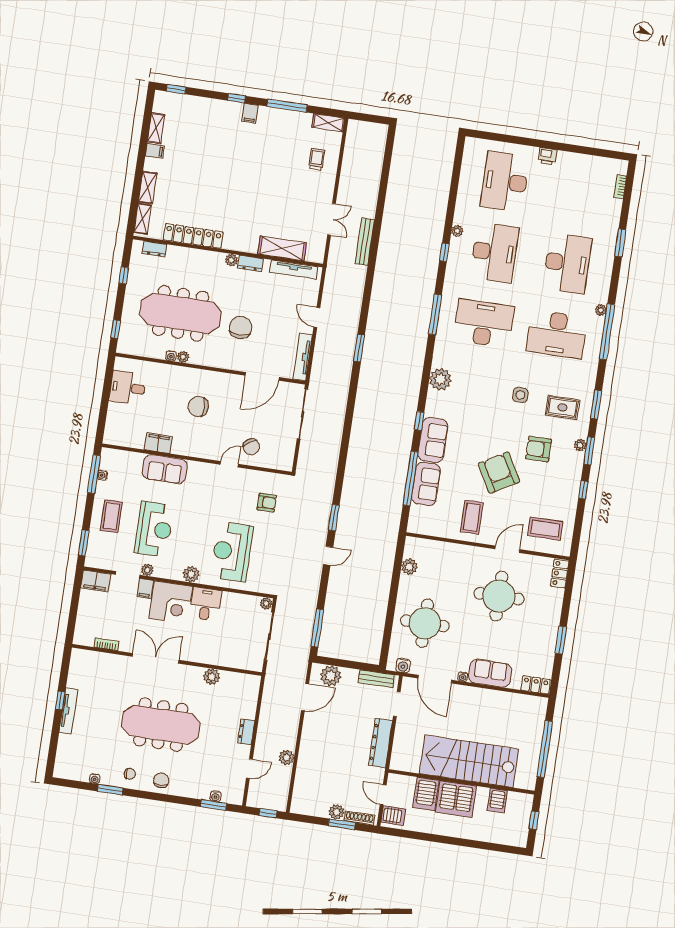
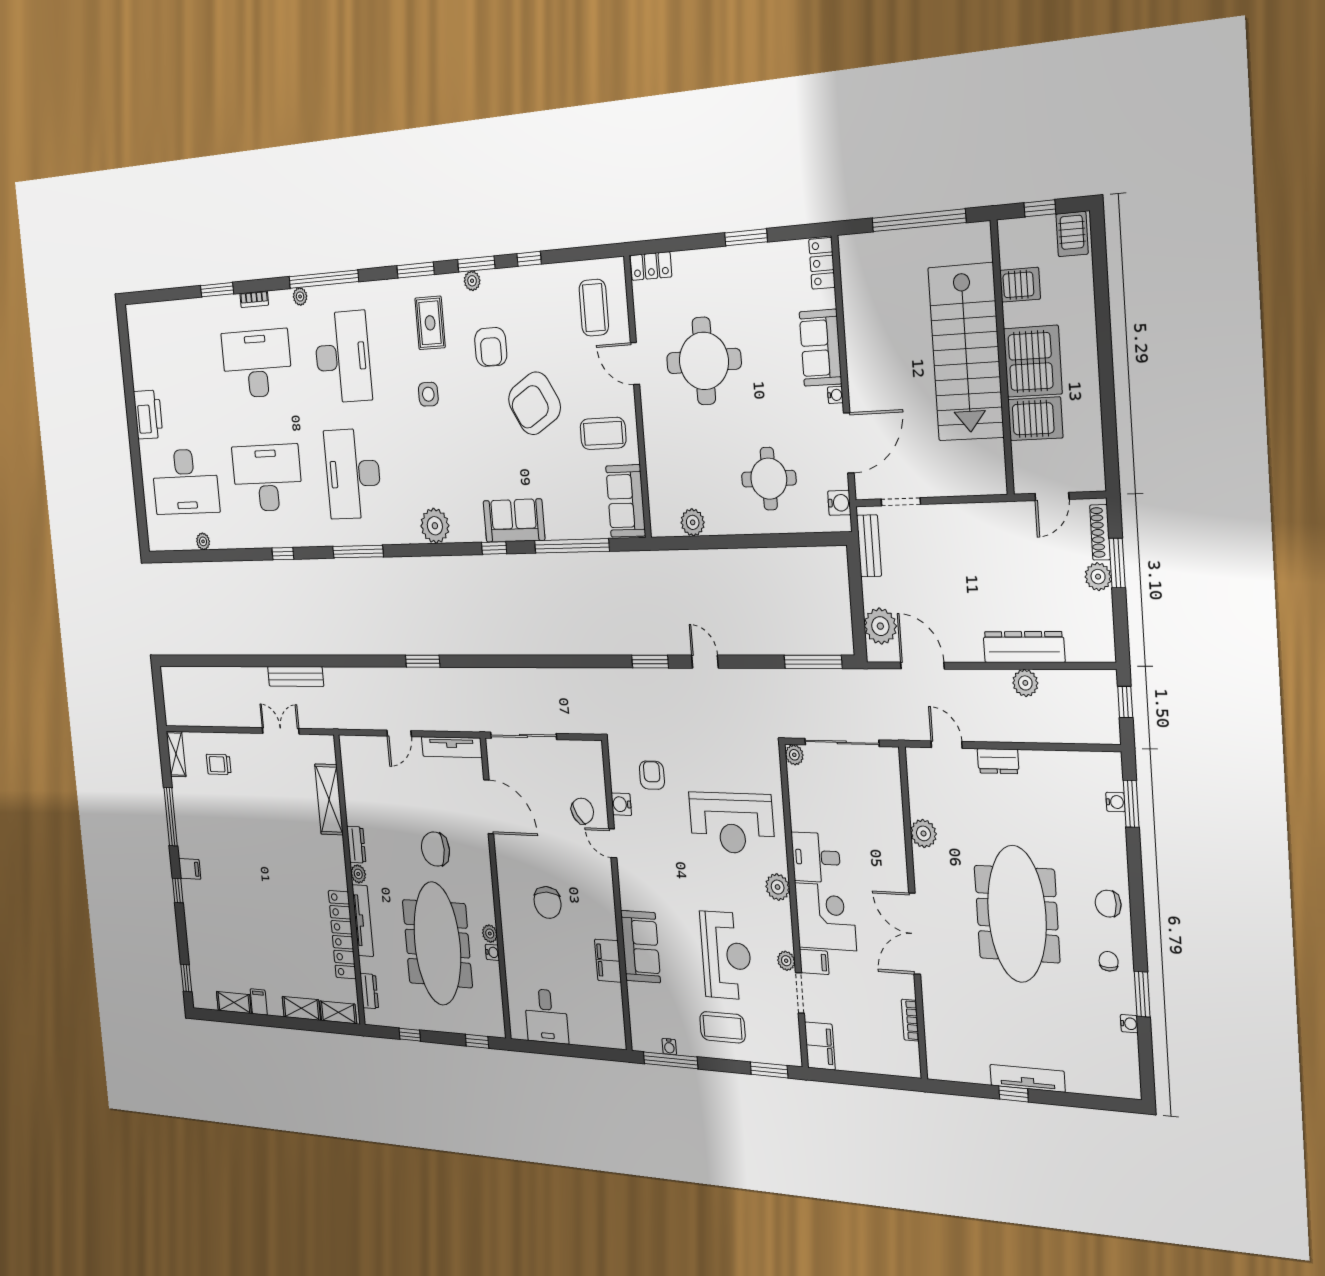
printer: (547, 156) -> (148, 415), width x1.87, depth x1.48
bookcase: (620, 187) -> (254, 299), moved
plant: (457, 231) -> (203, 541), moved
tv unit: (294, 270) -> (363, 921), moved
water cooler: (252, 476) -> (621, 804), added
sofa: (426, 484) -> (626, 501), moved, turned -90
reception desk: (154, 529) -> (726, 955), turned 90
round table: (425, 623) -> (769, 479), width x0.73, depth x0.73
dresser: (380, 743) -> (1024, 647), moved, turned 180
door: (249, 769) -> (947, 745), moved
server rack: (393, 816) -> (1072, 234), moved, turned 180

